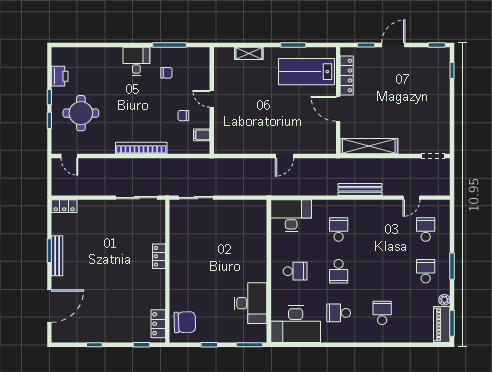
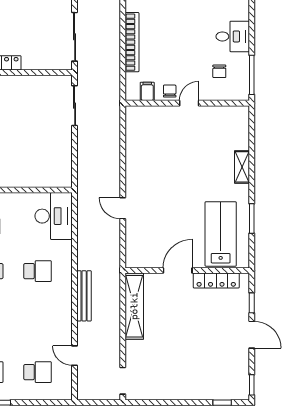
door: (212, 99) -> (189, 103), moved
wall: (212, 100) -> (187, 103), moved
filing cabinet: (202, 135) -> (147, 91), moved

